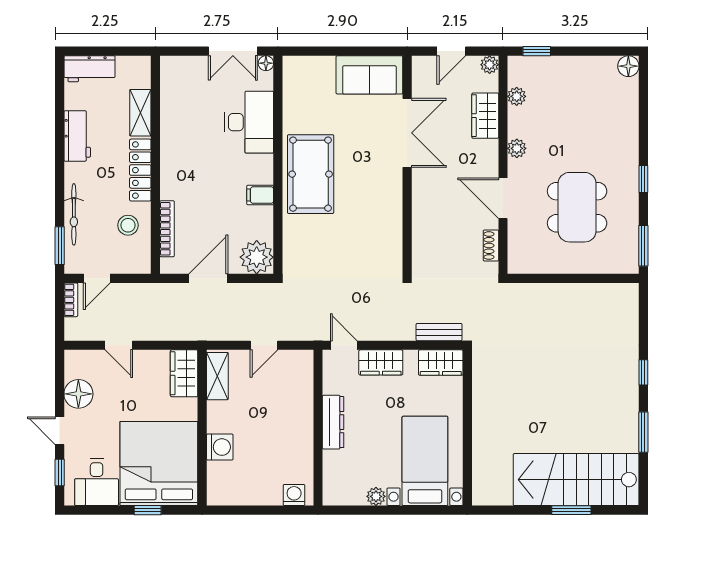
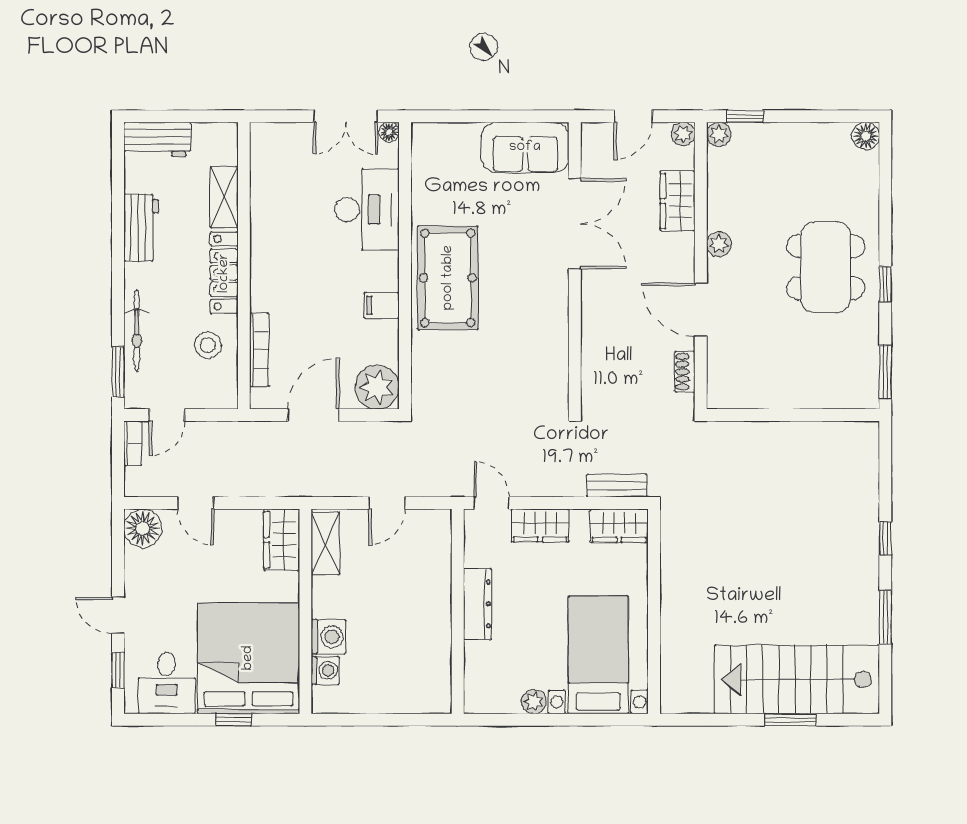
plant: (517, 96) -> (719, 134), moved
dining table: (577, 207) -> (826, 267), moved
floor lamp: (78, 394) -> (143, 528), moved
washing machine: (294, 495) -> (325, 670), moved, turned 90

